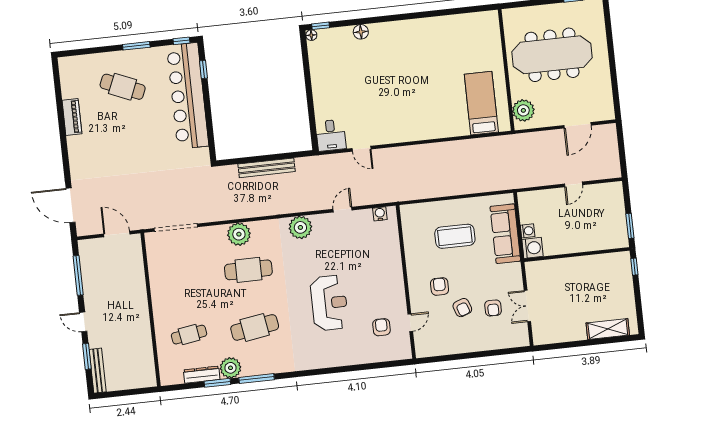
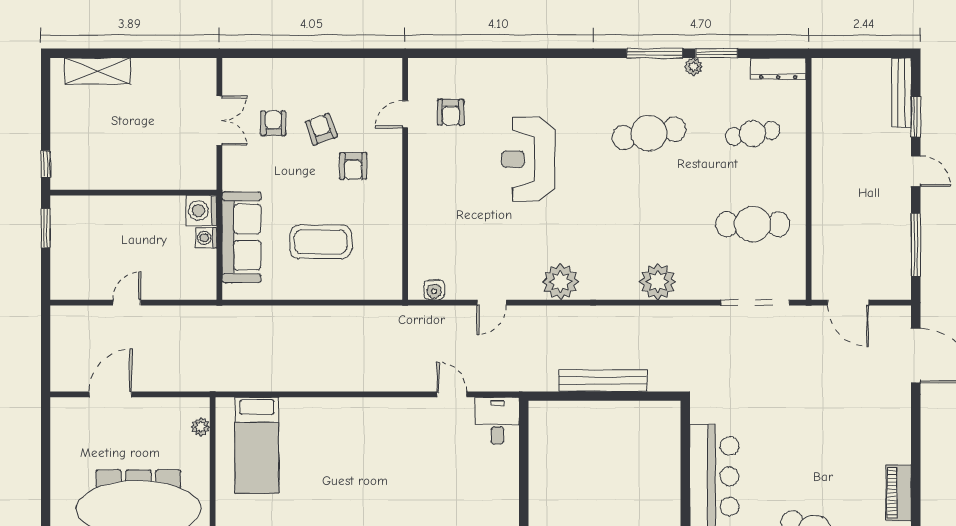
plant: (523, 110) -> (201, 427), width x0.53, depth x0.53
cafe table: (248, 270) -> (753, 224), moved
plant: (230, 368) -> (694, 67), width x0.53, depth x0.53
dresser: (202, 375) -> (778, 69), moved

